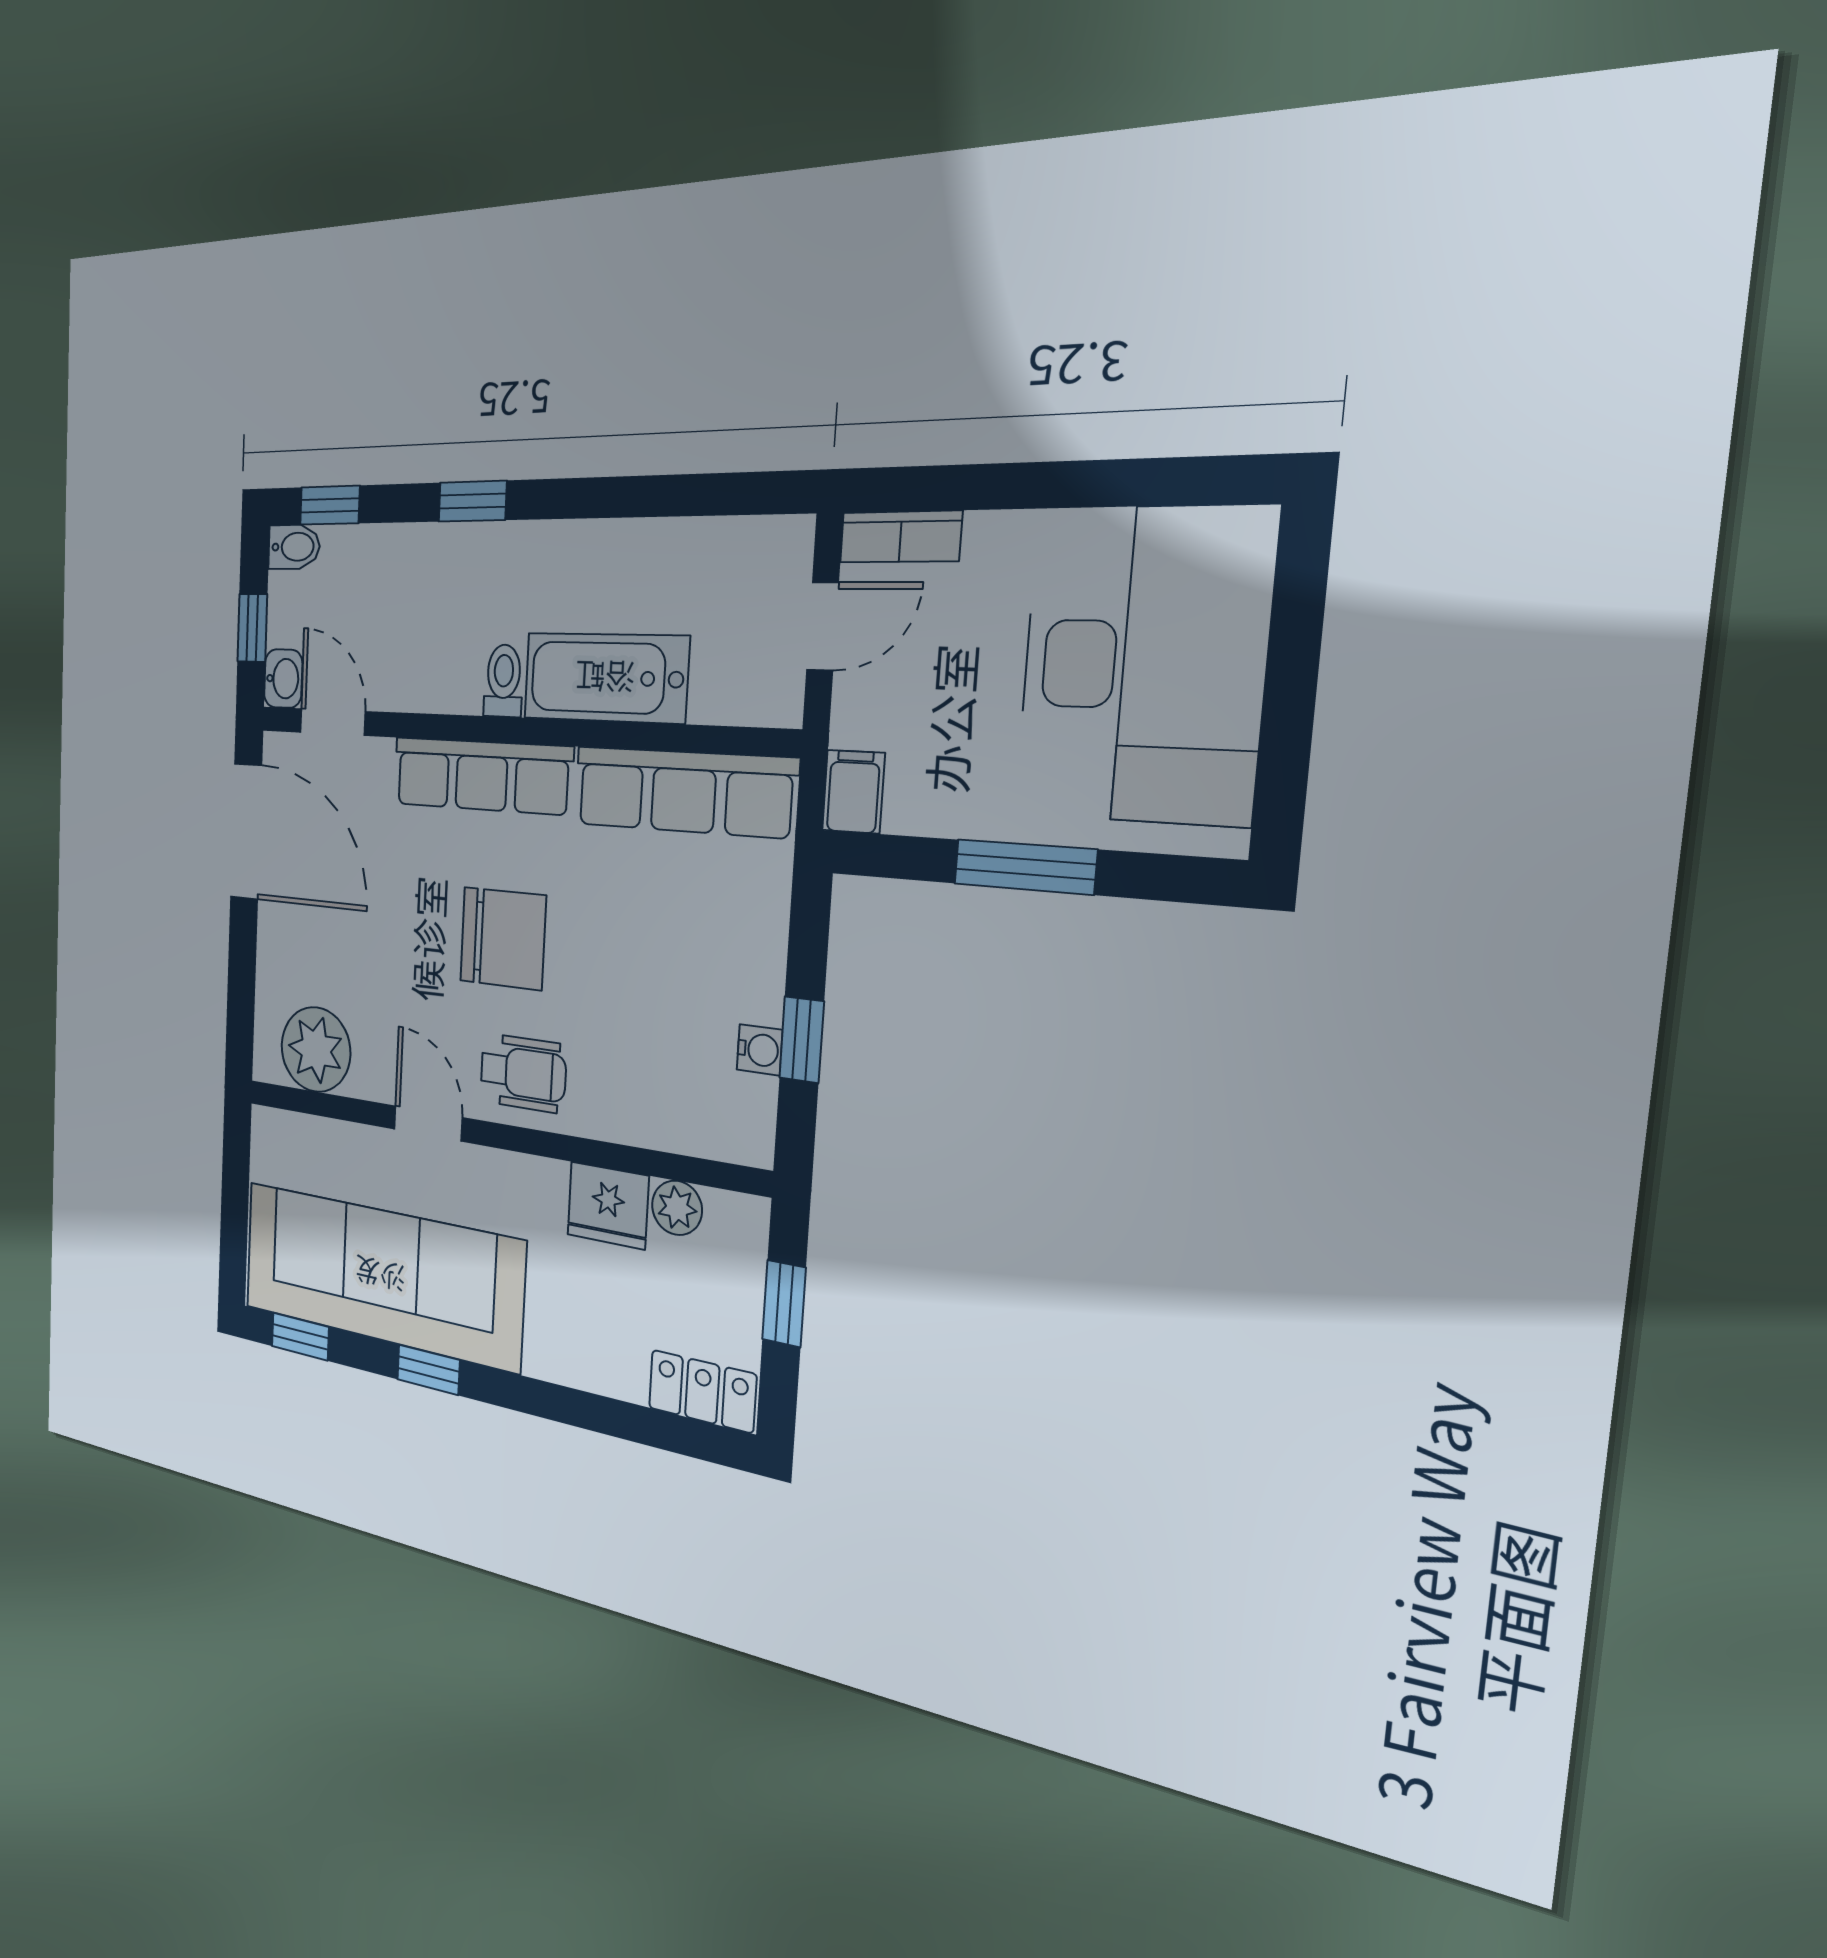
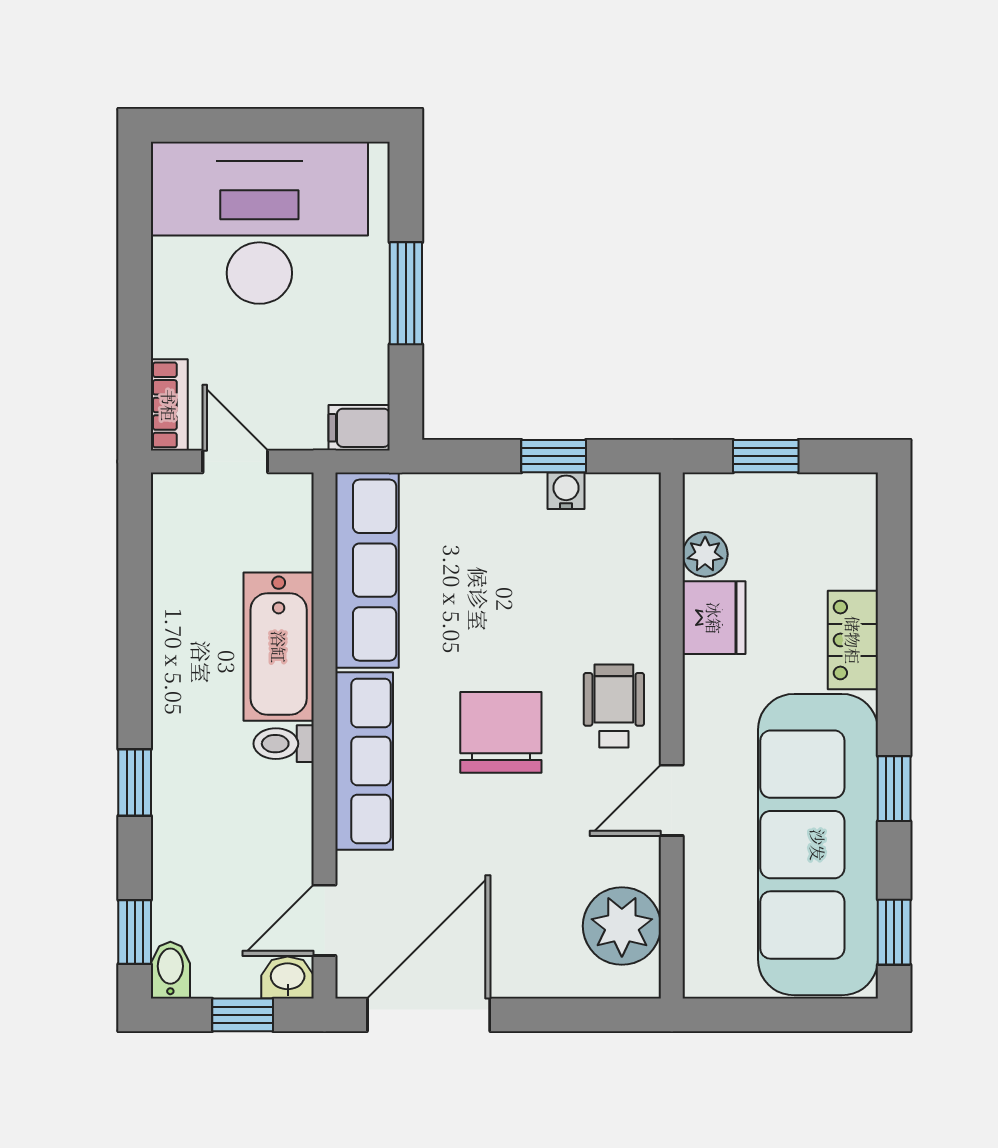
locker: (702, 1391) -> (853, 640), moved

